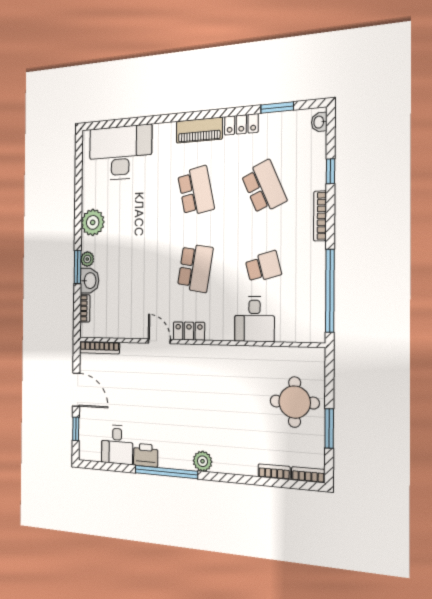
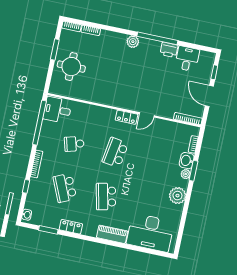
piano: (199, 130) -> (112, 234), moved
desk: (254, 319) -> (57, 110), moved, turned -90
door: (159, 341) -> (147, 115), hinge flipped

